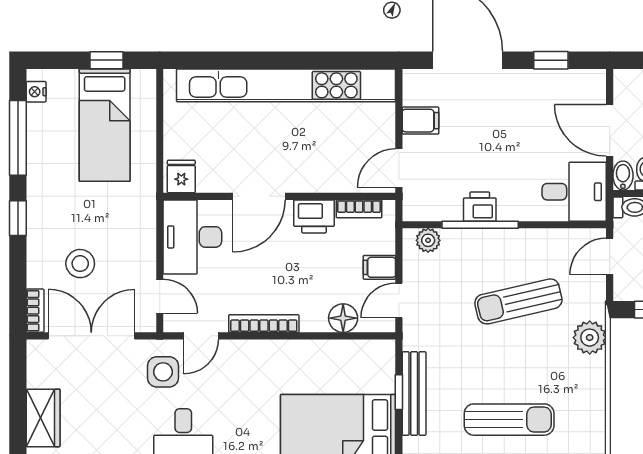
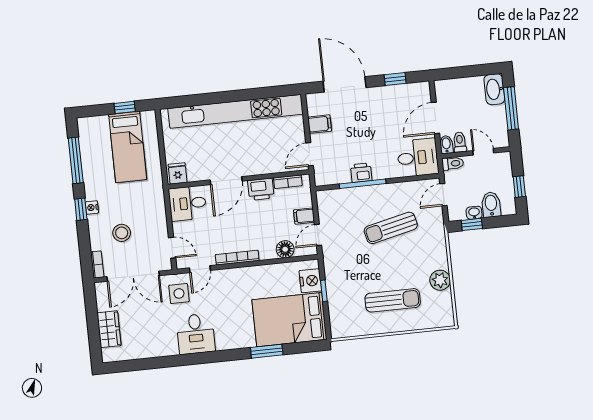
nightstand: (36, 92) -> (92, 207), moved
door: (610, 130) -> (435, 118), hinge flipped
desk: (192, 237) -> (188, 203), width x0.73
plant: (428, 240) -> (332, 196), removed
double door: (91, 336) -> (133, 276), swing flipped
plant: (590, 338) -> (440, 280), moved
nightstand: (379, 374) -> (310, 281), added
bench: (414, 394) -> (333, 291), removed

